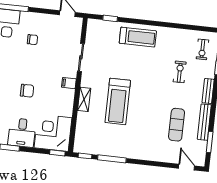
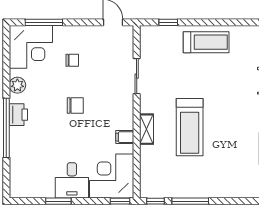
filing cabinet: (69, 83) -> (125, 137), moved
chair: (27, 91) -> (75, 105), moved

